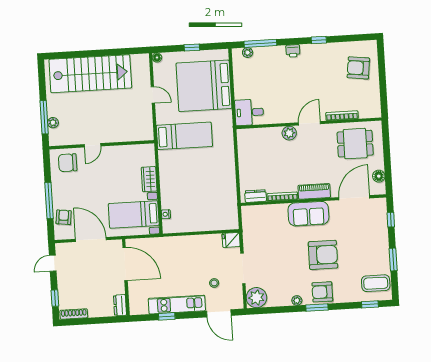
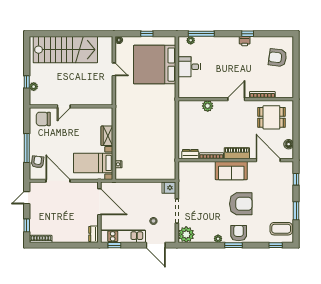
printer: (293, 51) -> (245, 41), moved
desk: (249, 112) -> (189, 67), moved
window: (44, 117) -> (27, 82), width x0.46
plant: (289, 133) -> (208, 106), moved
bed: (184, 136) -> (137, 103), removed
door: (354, 198) -> (268, 160), hinge flipped
door: (125, 264) -> (99, 202), moved
wall: (126, 277) -> (99, 212), moved
armchair: (322, 292) -> (239, 233), turned 90
dresser: (120, 305) -> (94, 234), moved

